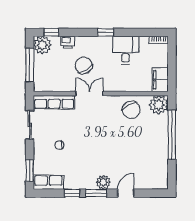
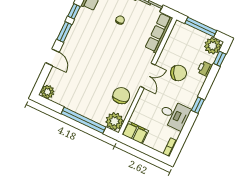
double door: (90, 94) -> (148, 76), moved
chair: (131, 110) -> (121, 96), turned 110
plant: (103, 182) -> (47, 92), moved

